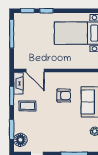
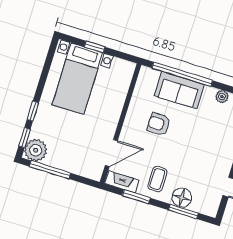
plant: (21, 21) -> (36, 150), added
armchair: (64, 96) -> (159, 124), turned -90
floor lamp: (20, 140) -> (182, 198), moved

